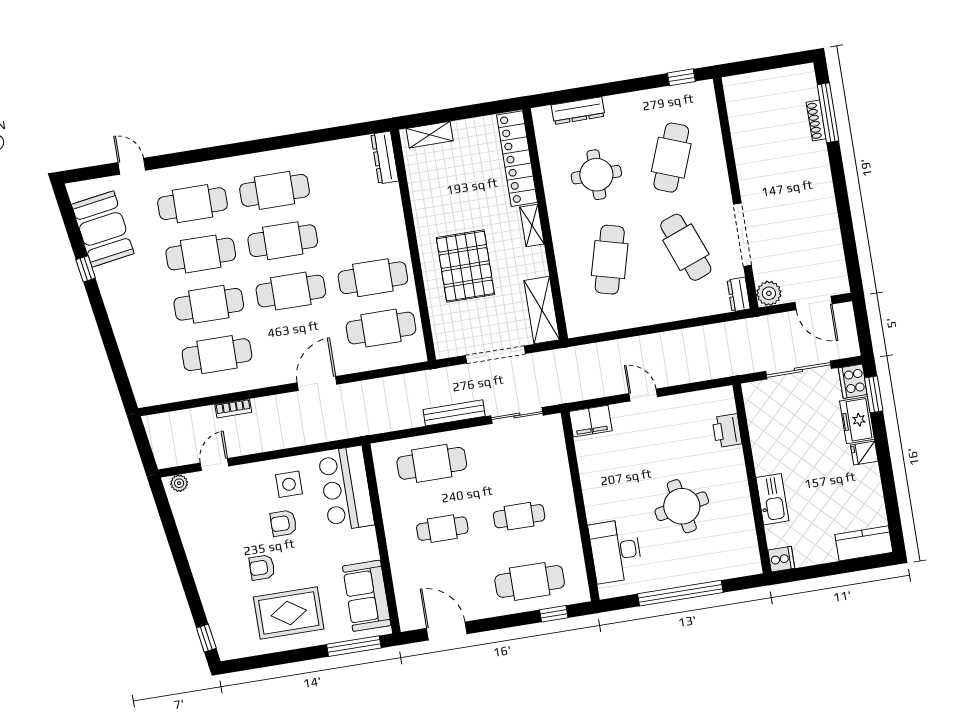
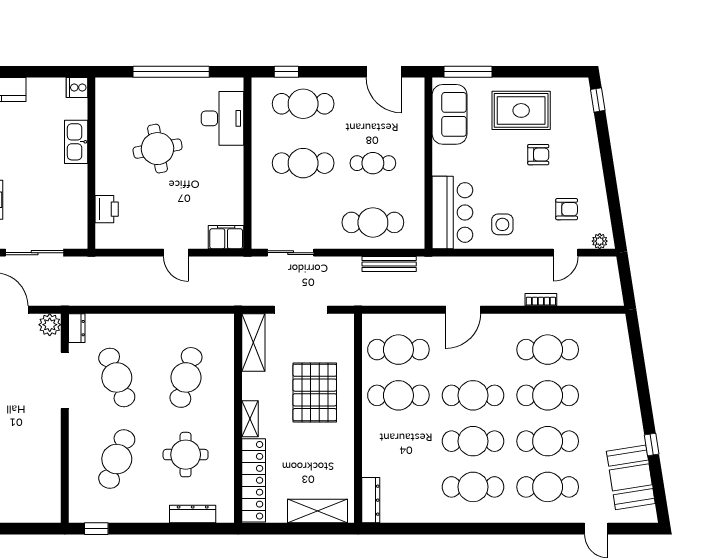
shelving: (430, 135) -> (318, 511), width x1.50, depth x1.33
bench: (454, 413) -> (389, 264), moved
cafe table: (519, 516) -> (303, 163), width x1.37, depth x1.35
armchair: (283, 523) -> (567, 209), moved

